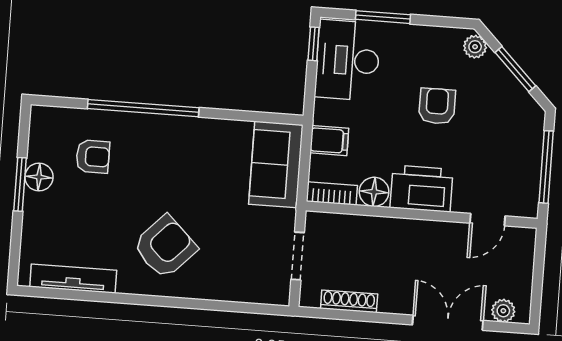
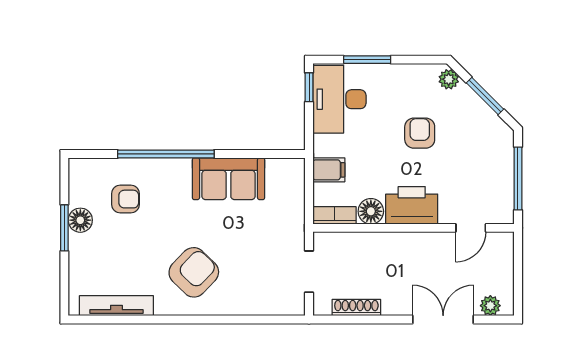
sofa: (276, 164) -> (229, 179), moved, turned -90

